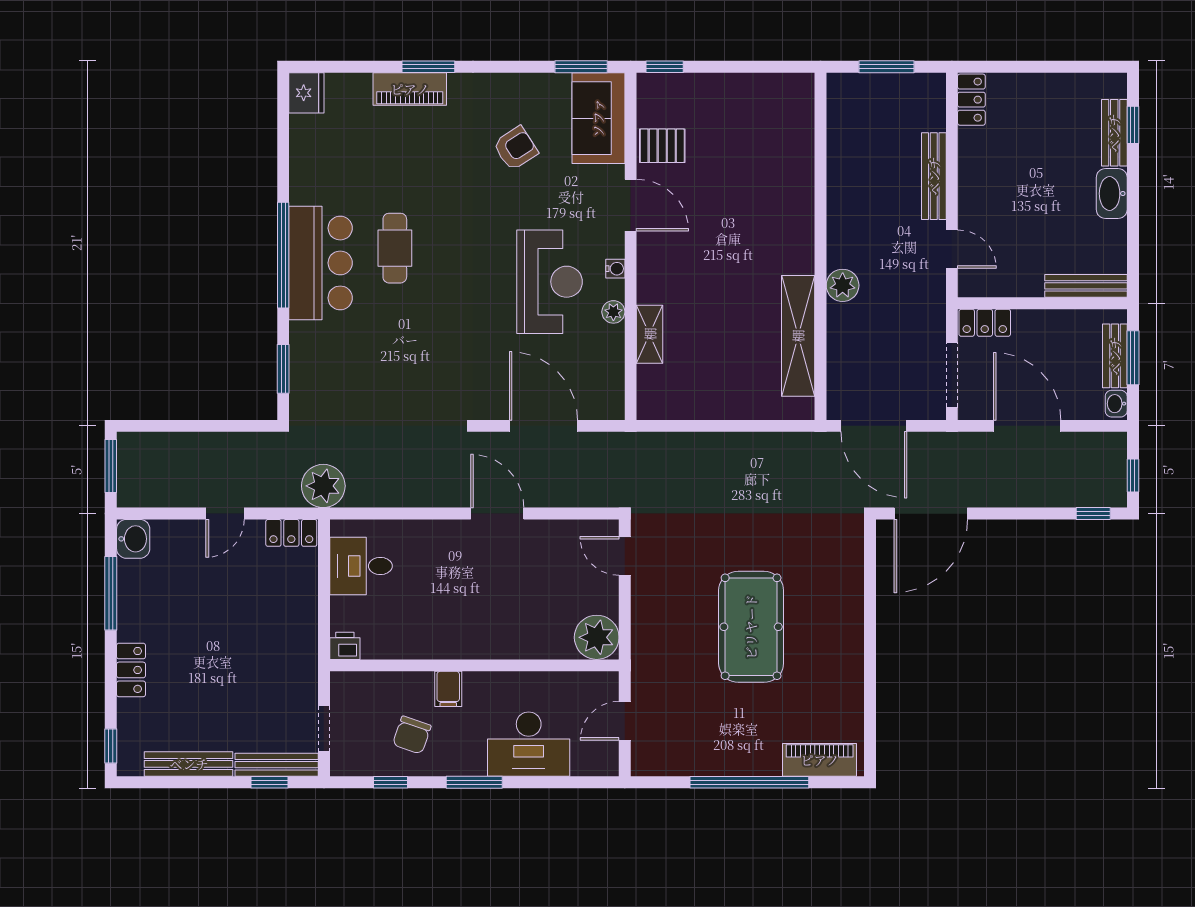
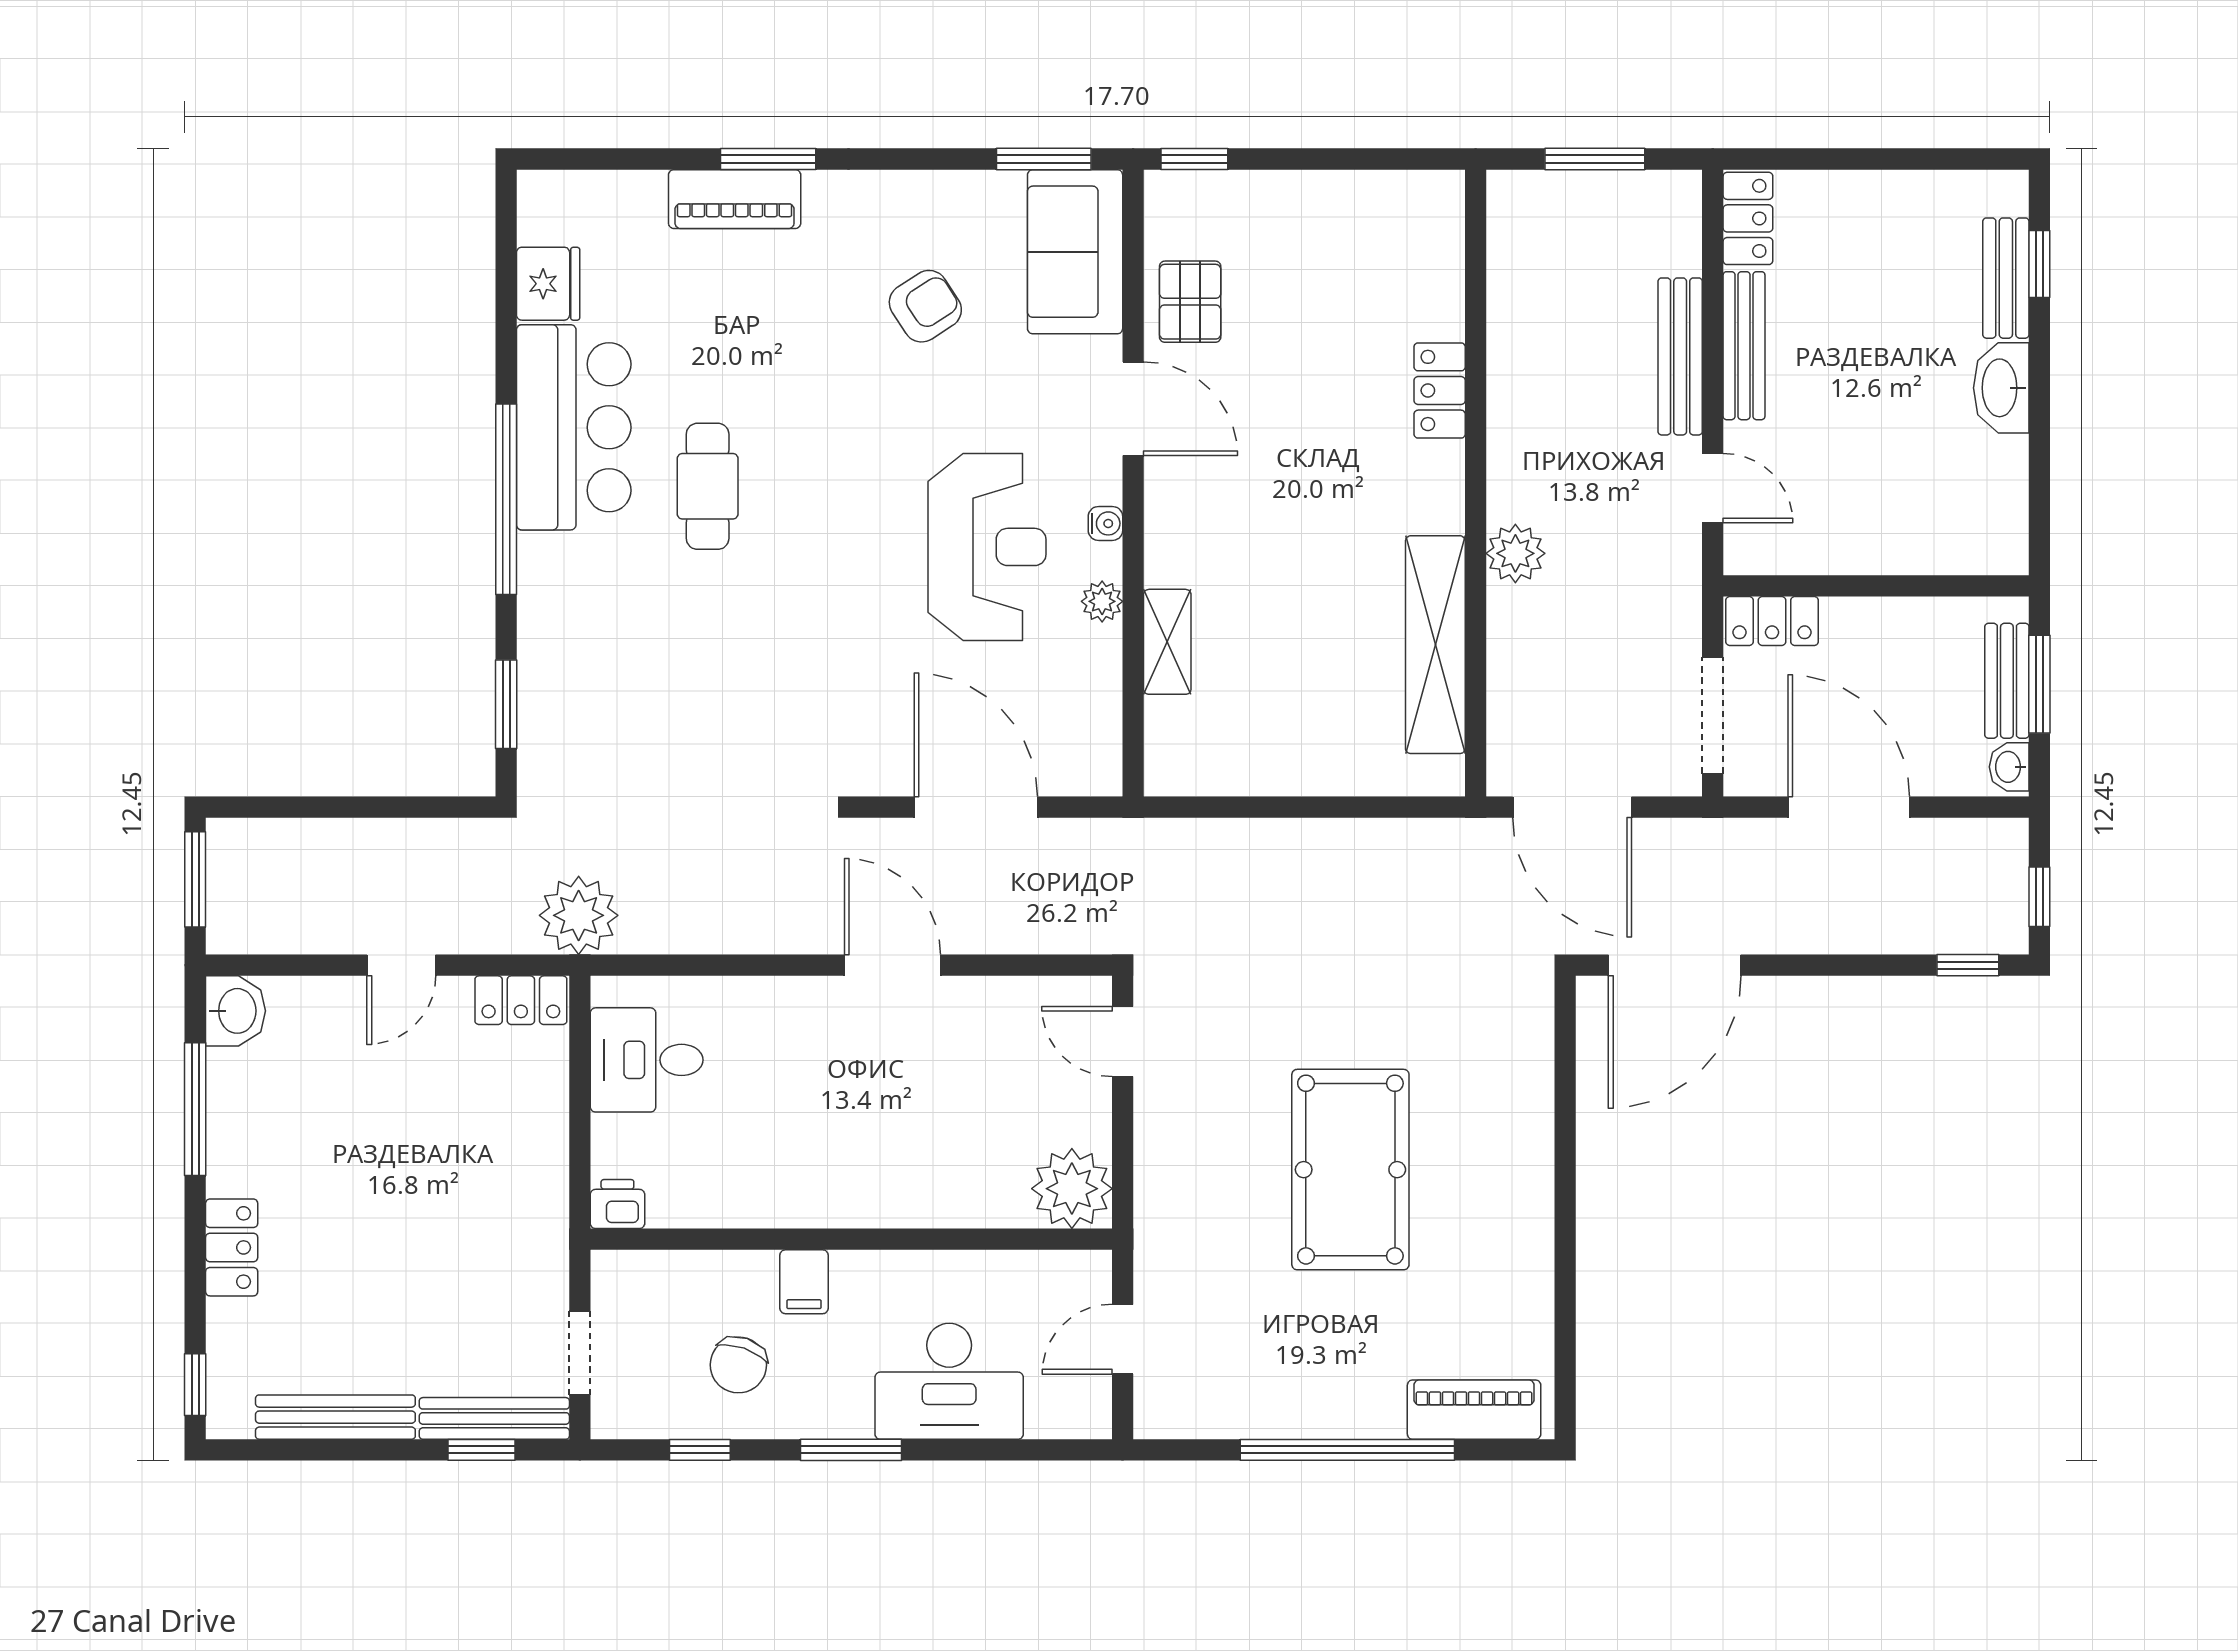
fridge: (306, 93) -> (548, 284), moved
pallet: (662, 146) -> (1190, 302), turned 90
locker: (800, 195) -> (1440, 390), added
bar counter: (321, 263) -> (574, 427), moved
bench: (1086, 286) -> (1744, 346), moved, turned 90

